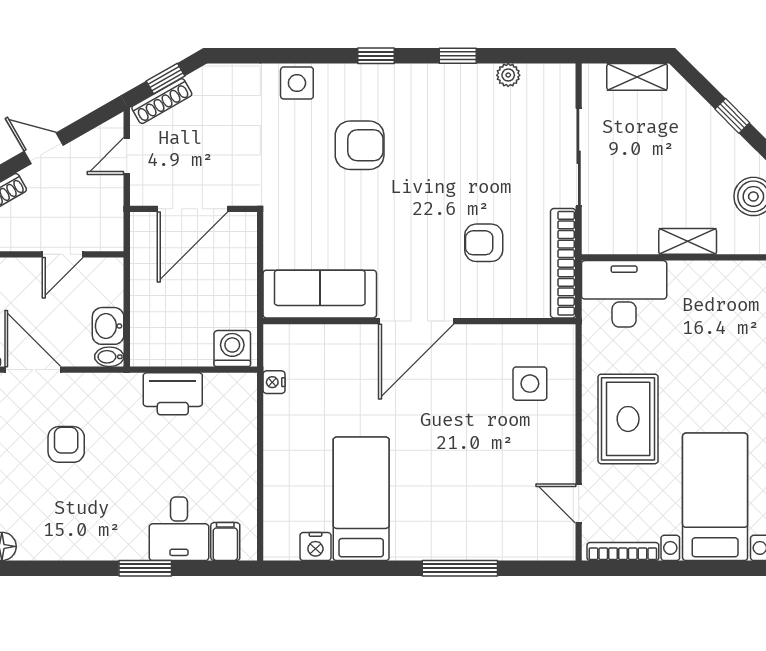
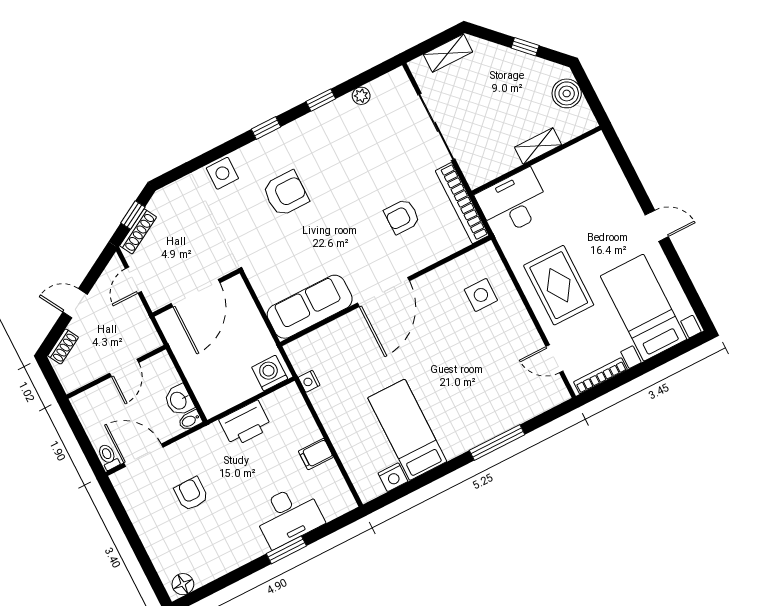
desk: (179, 529) -> (288, 516), width x1.37
filing cabinet: (225, 542) -> (316, 454), moved, turned -90

